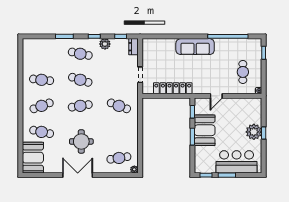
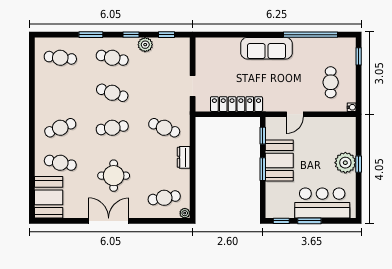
dresser: (133, 47) -> (184, 157), moved
cafe table: (42, 80) -> (60, 58), moved

